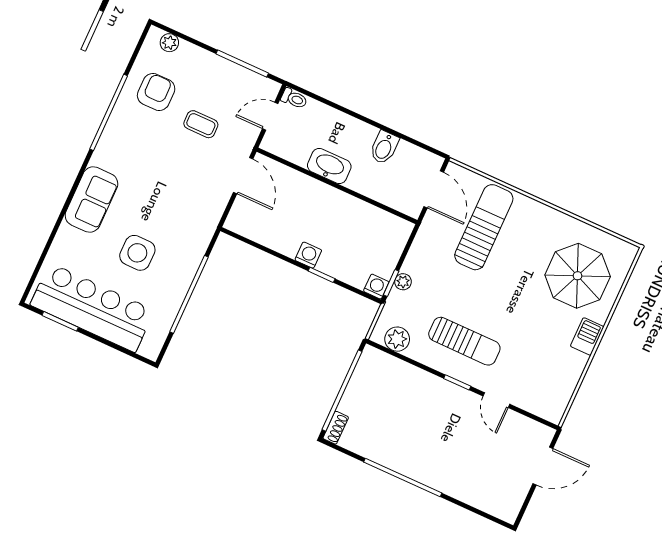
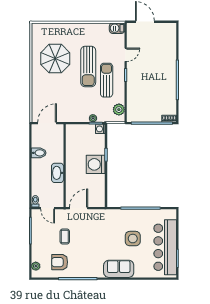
sun lounger: (484, 227) -> (88, 66), moved, turned -90
washing machine: (308, 255) -> (96, 164), width x1.89, depth x1.89
parasol: (578, 276) -> (55, 59), moved
barbecue: (587, 336) -> (117, 28), moved

